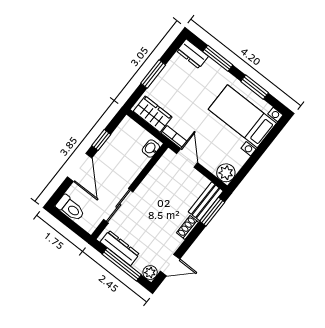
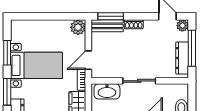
bed with nightstands: (242, 116) -> (37, 65), moved, turned -90
washbasin: (151, 149) -> (107, 91), width x1.91, depth x1.45
sliding door: (118, 206) -> (139, 81), moved

